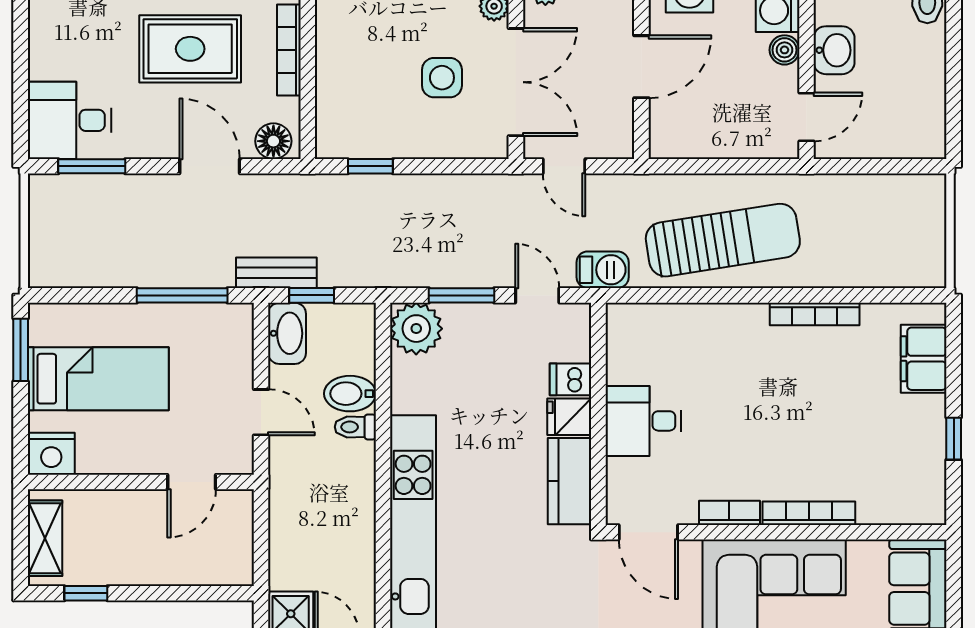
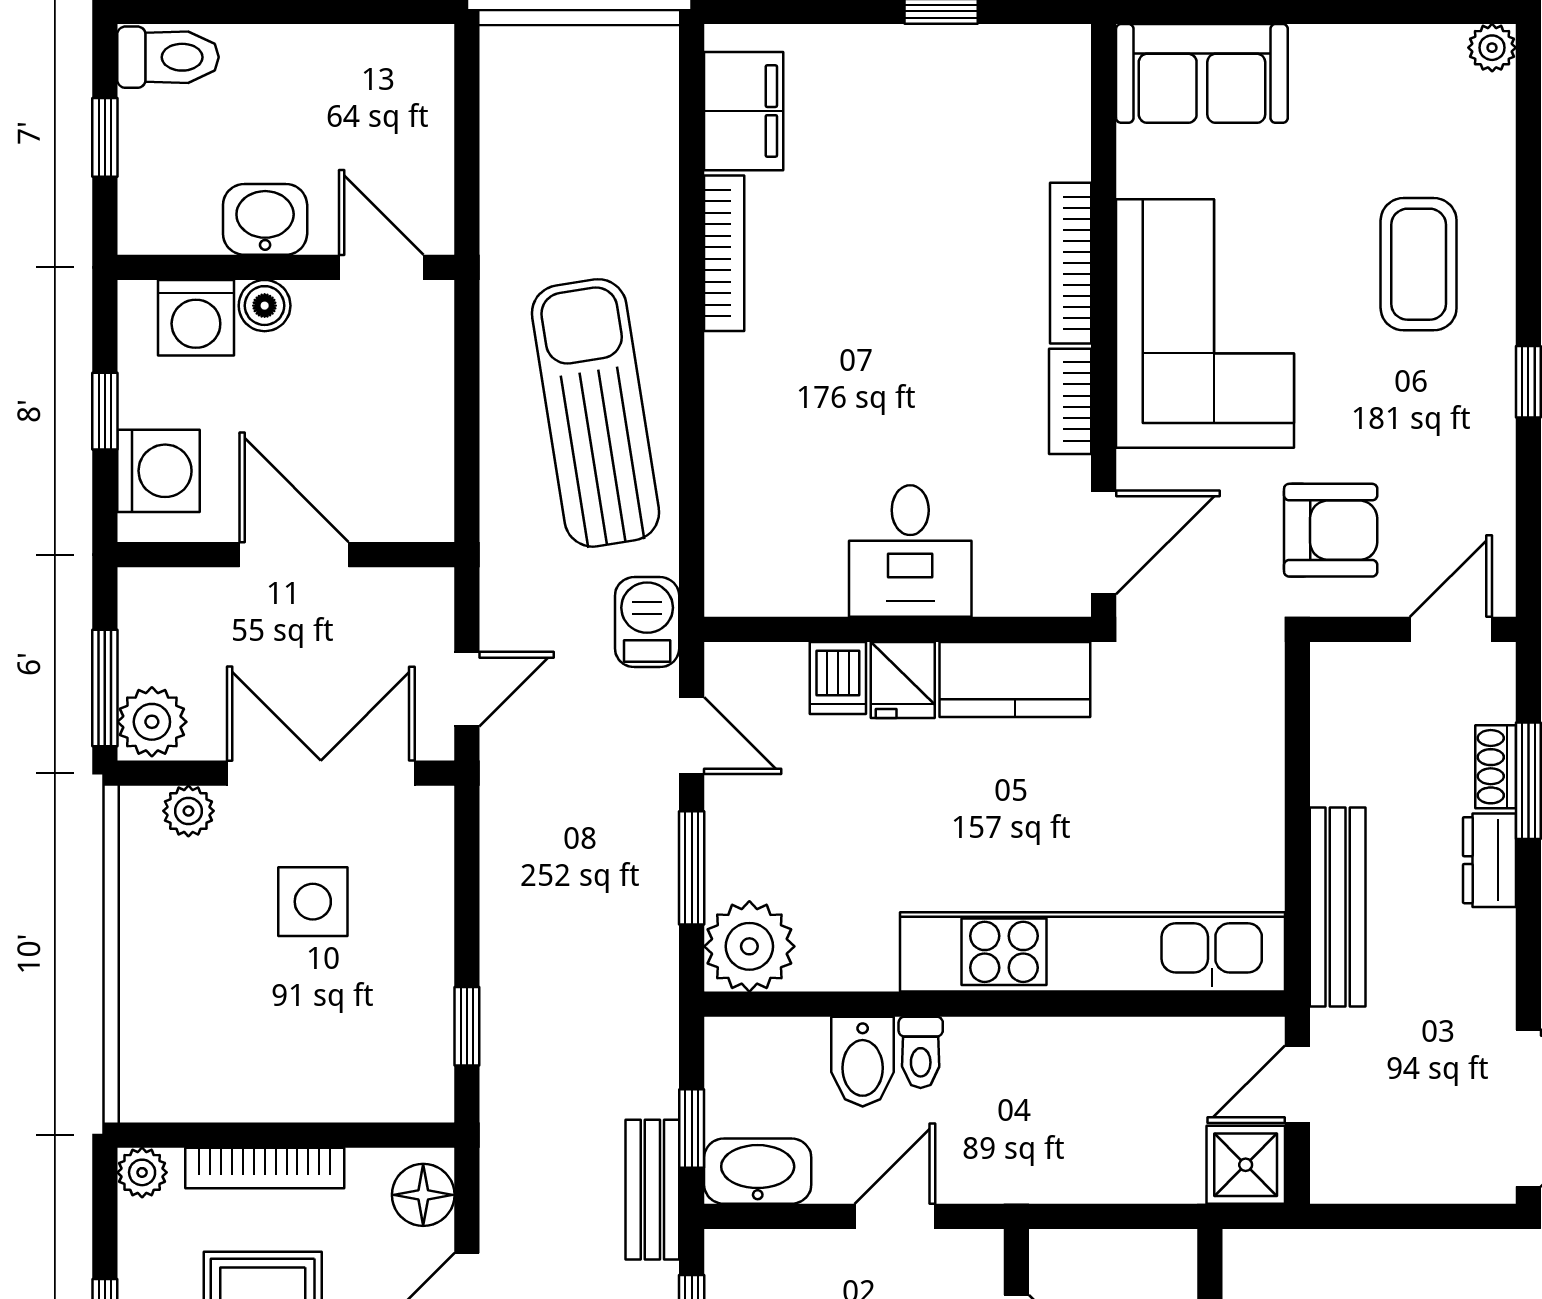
door: (537, 295) -> (692, 736), swing flipped
filing cabinet: (924, 359) -> (744, 111), moved, turned -90

